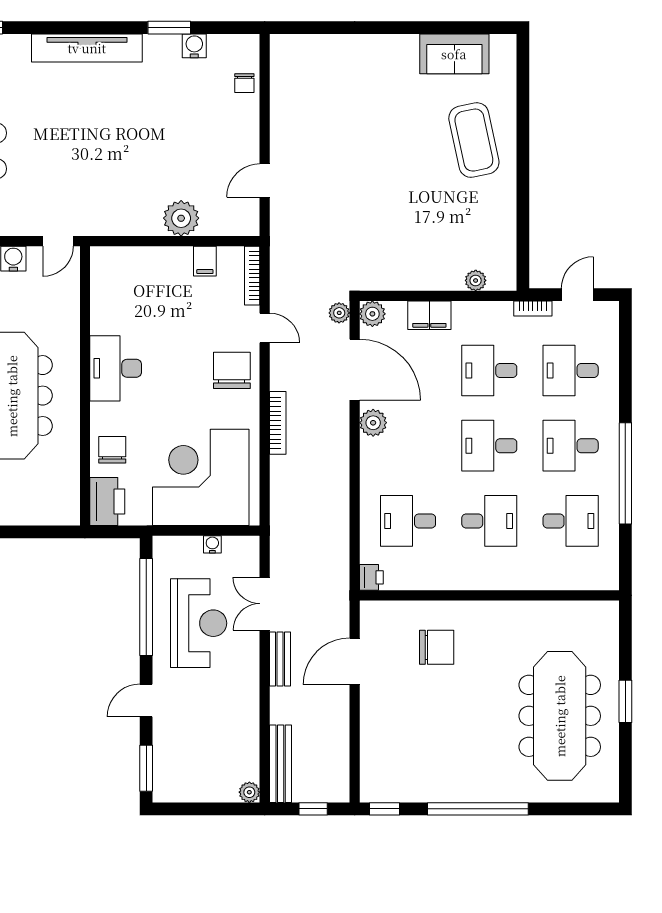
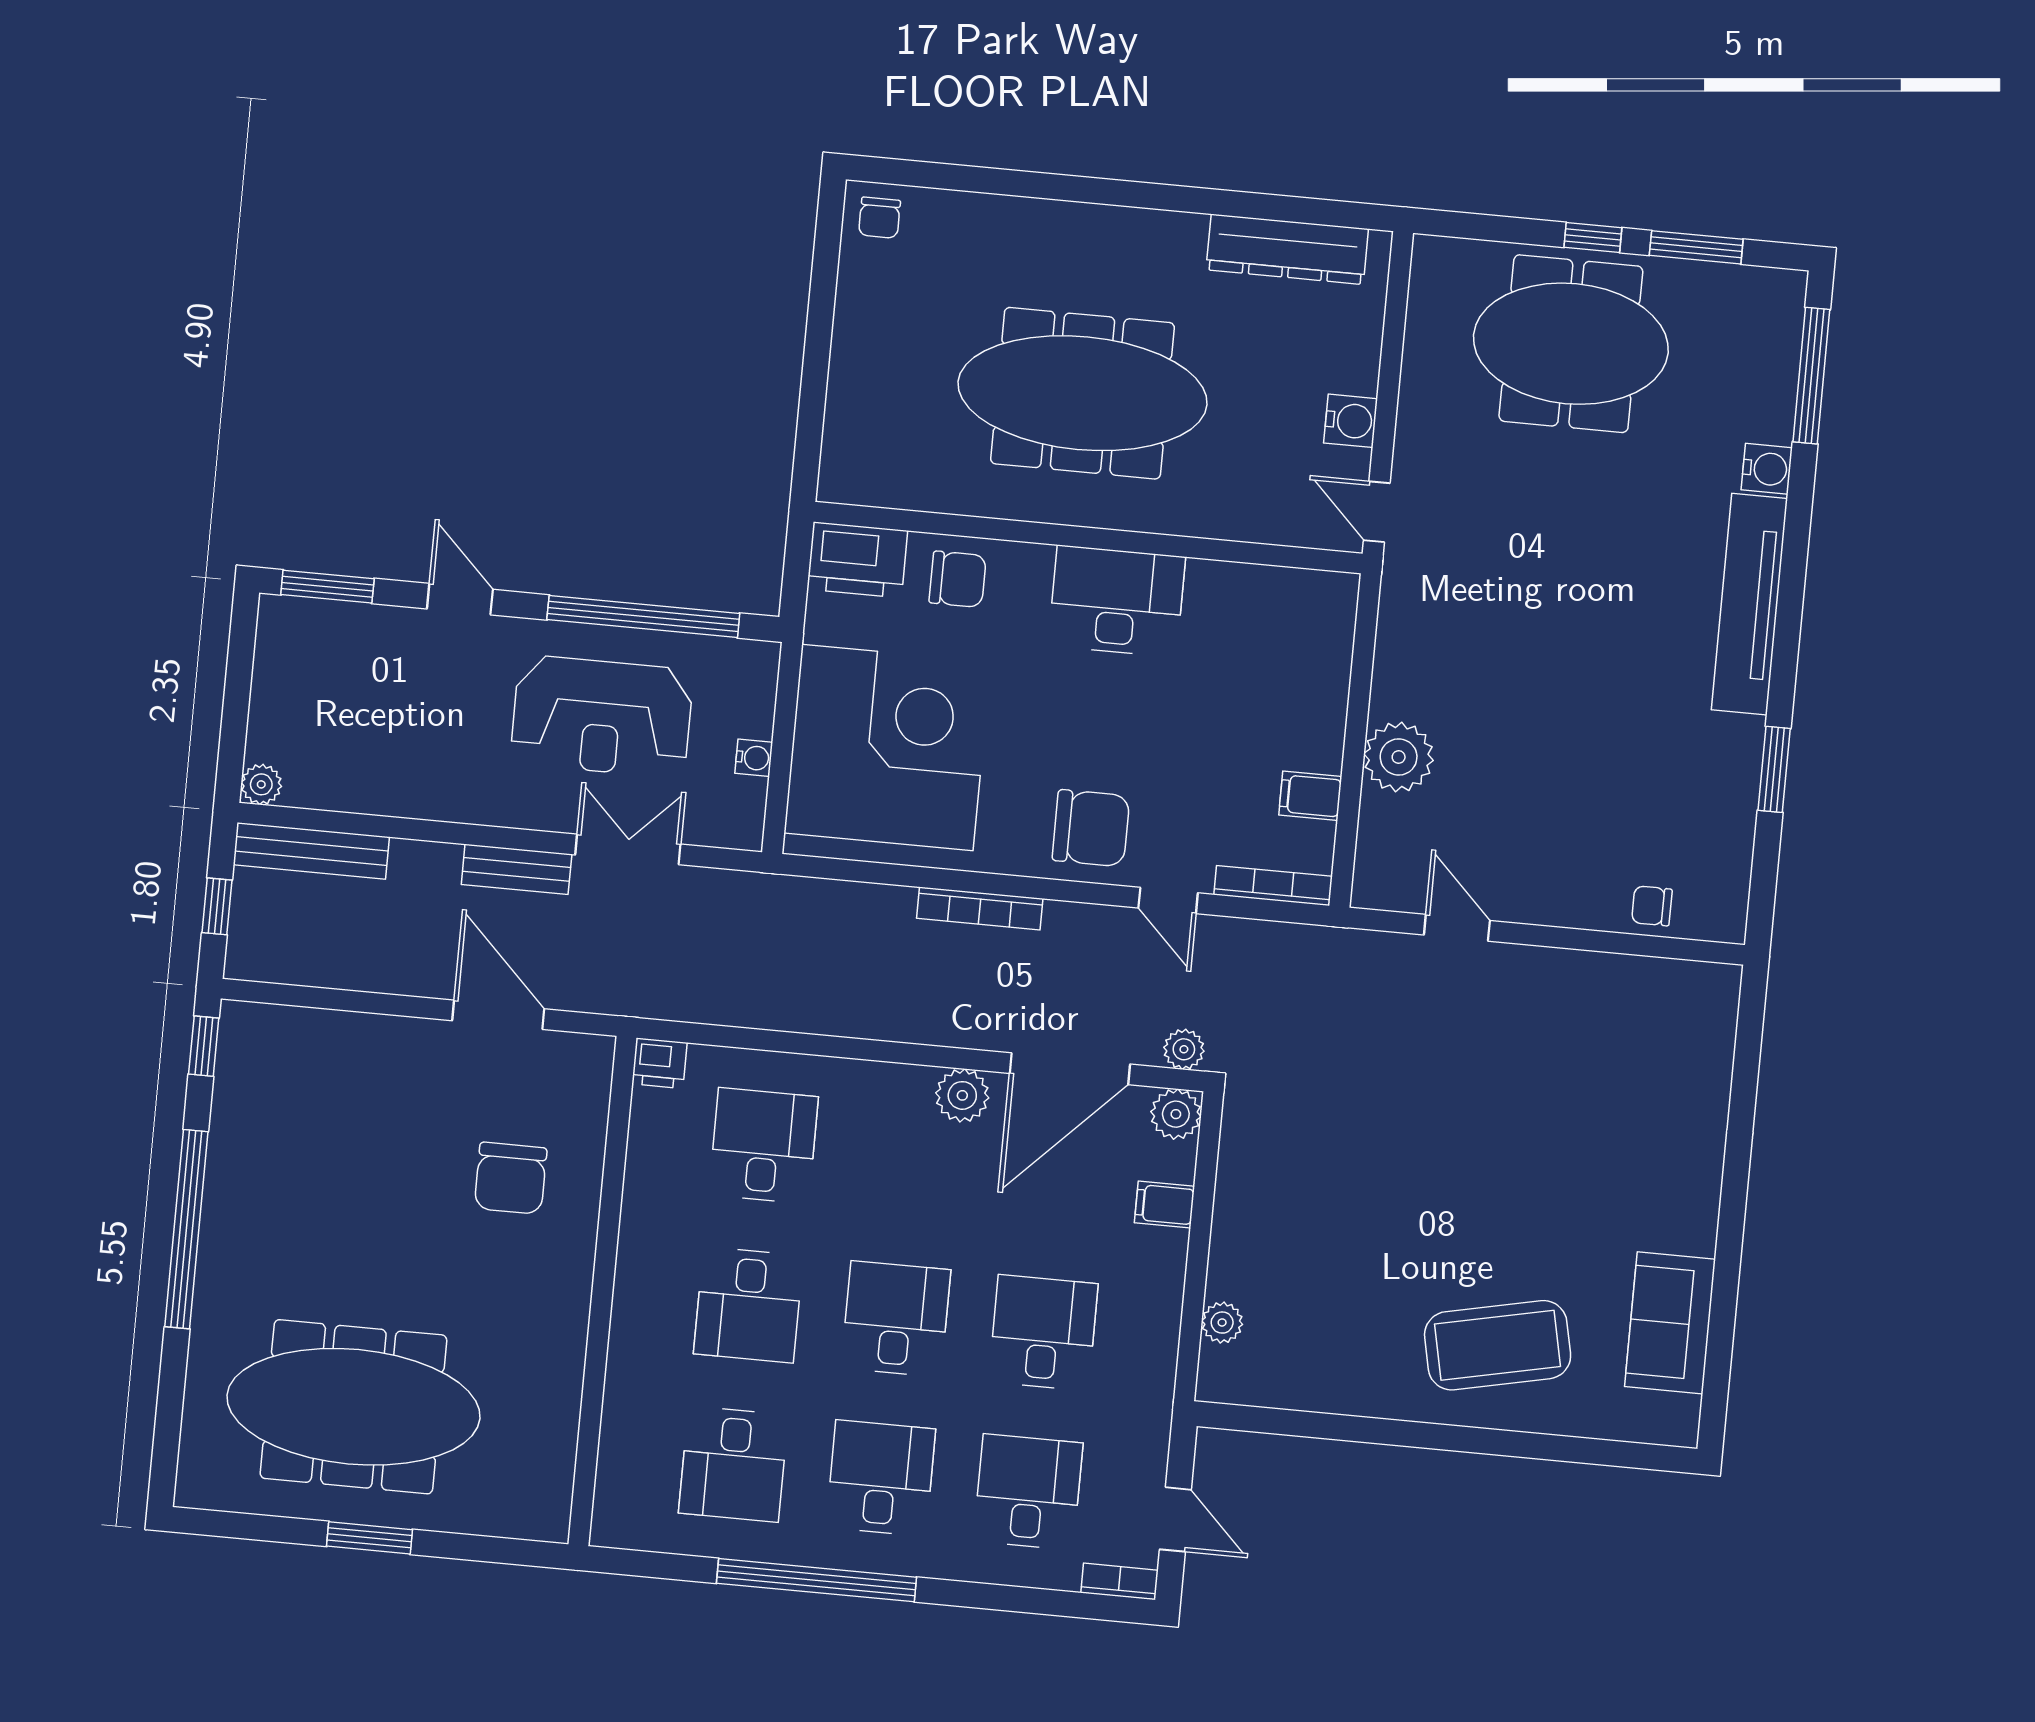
water cooler: (194, 46) -> (1767, 469), moved
bookcase: (533, 309) -> (1120, 1581), moved, turned 90
filing cabinet: (429, 315) -> (1164, 1205), width x0.50
door: (265, 328) -> (1168, 900), hinge flipped

